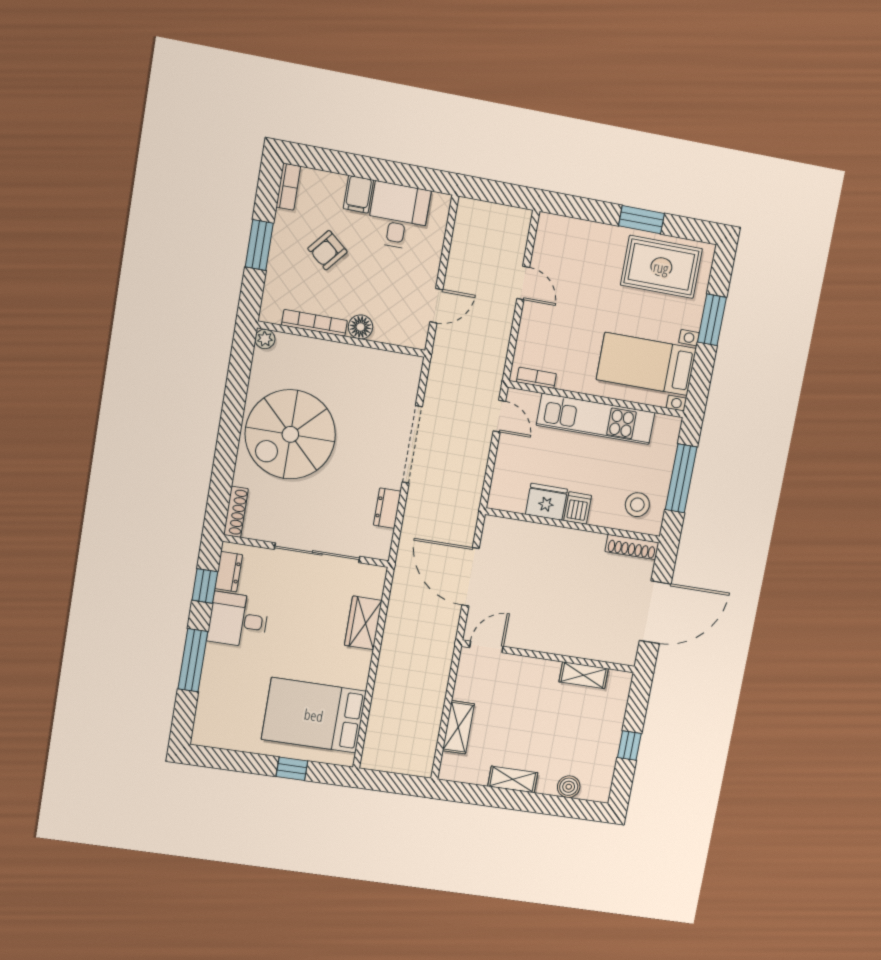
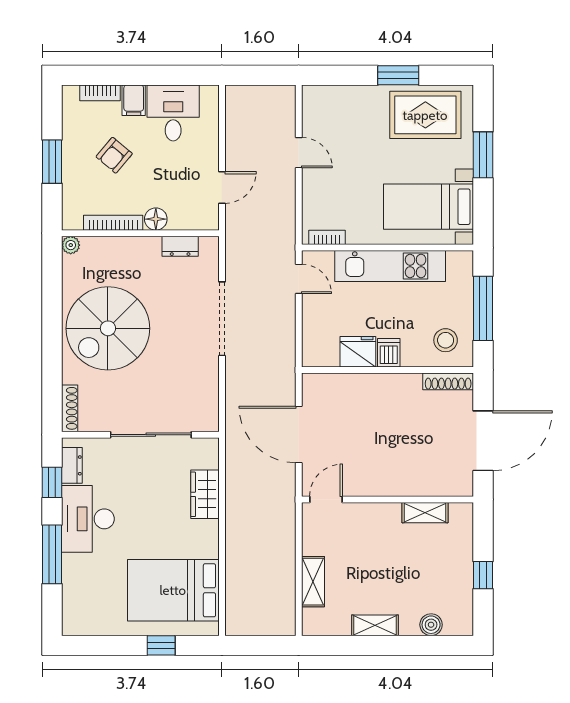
bookcase: (288, 187) -> (100, 93), moved, turned 90
dresser: (387, 508) -> (180, 246), moved, turned -90
desk: (238, 620) -> (88, 519), width x1.37

